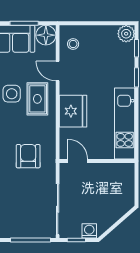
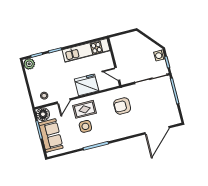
door: (78, 161) -> (117, 74), hinge flipped

